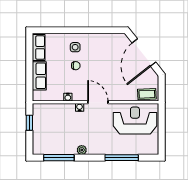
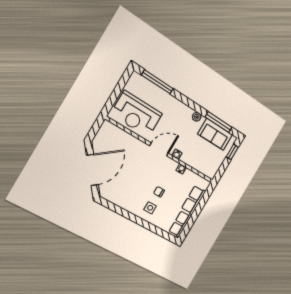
coffee table: (147, 94) -> (112, 131), removed
door: (98, 102) -> (159, 150), swing flipped
window: (29, 123) -> (232, 152), moved
sofa: (55, 145) -> (215, 134), added
window: (122, 158) -> (157, 82), moved

